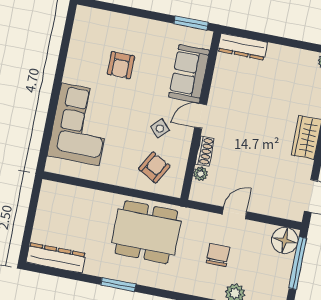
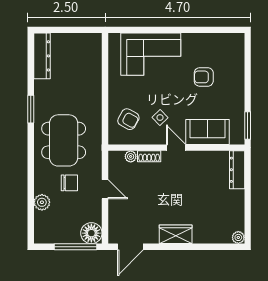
dining table: (146, 232) -> (64, 140), moved

